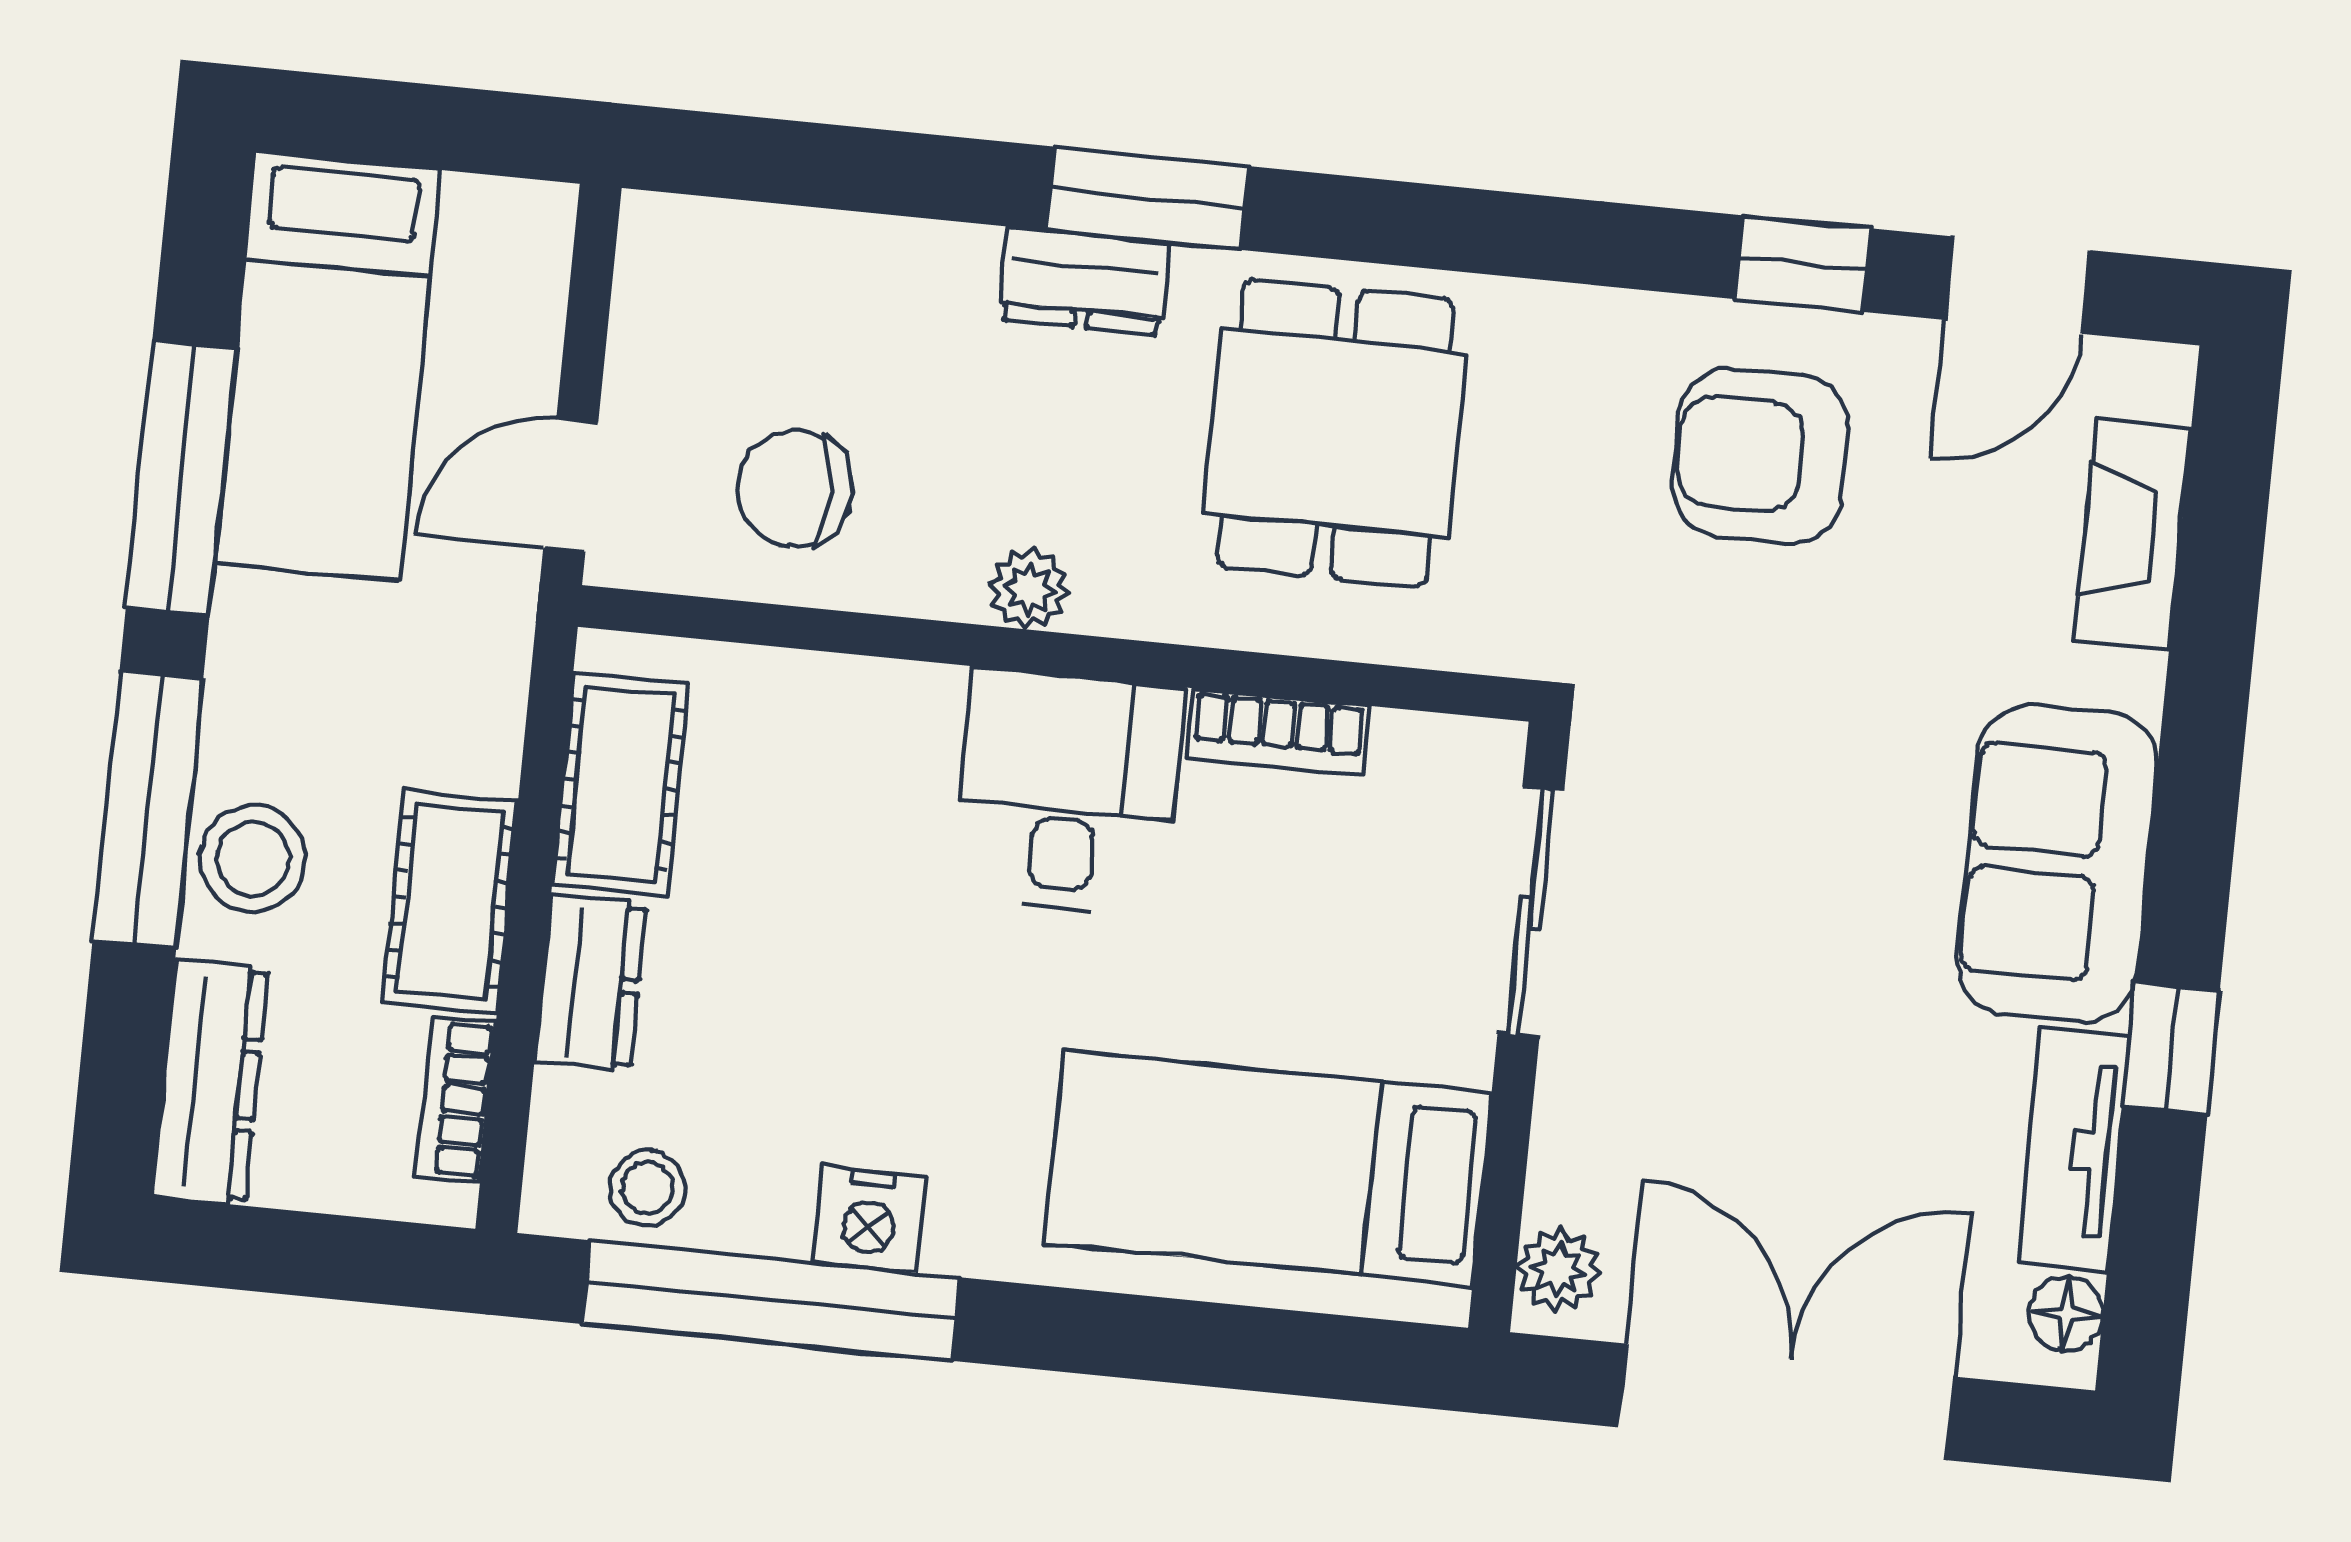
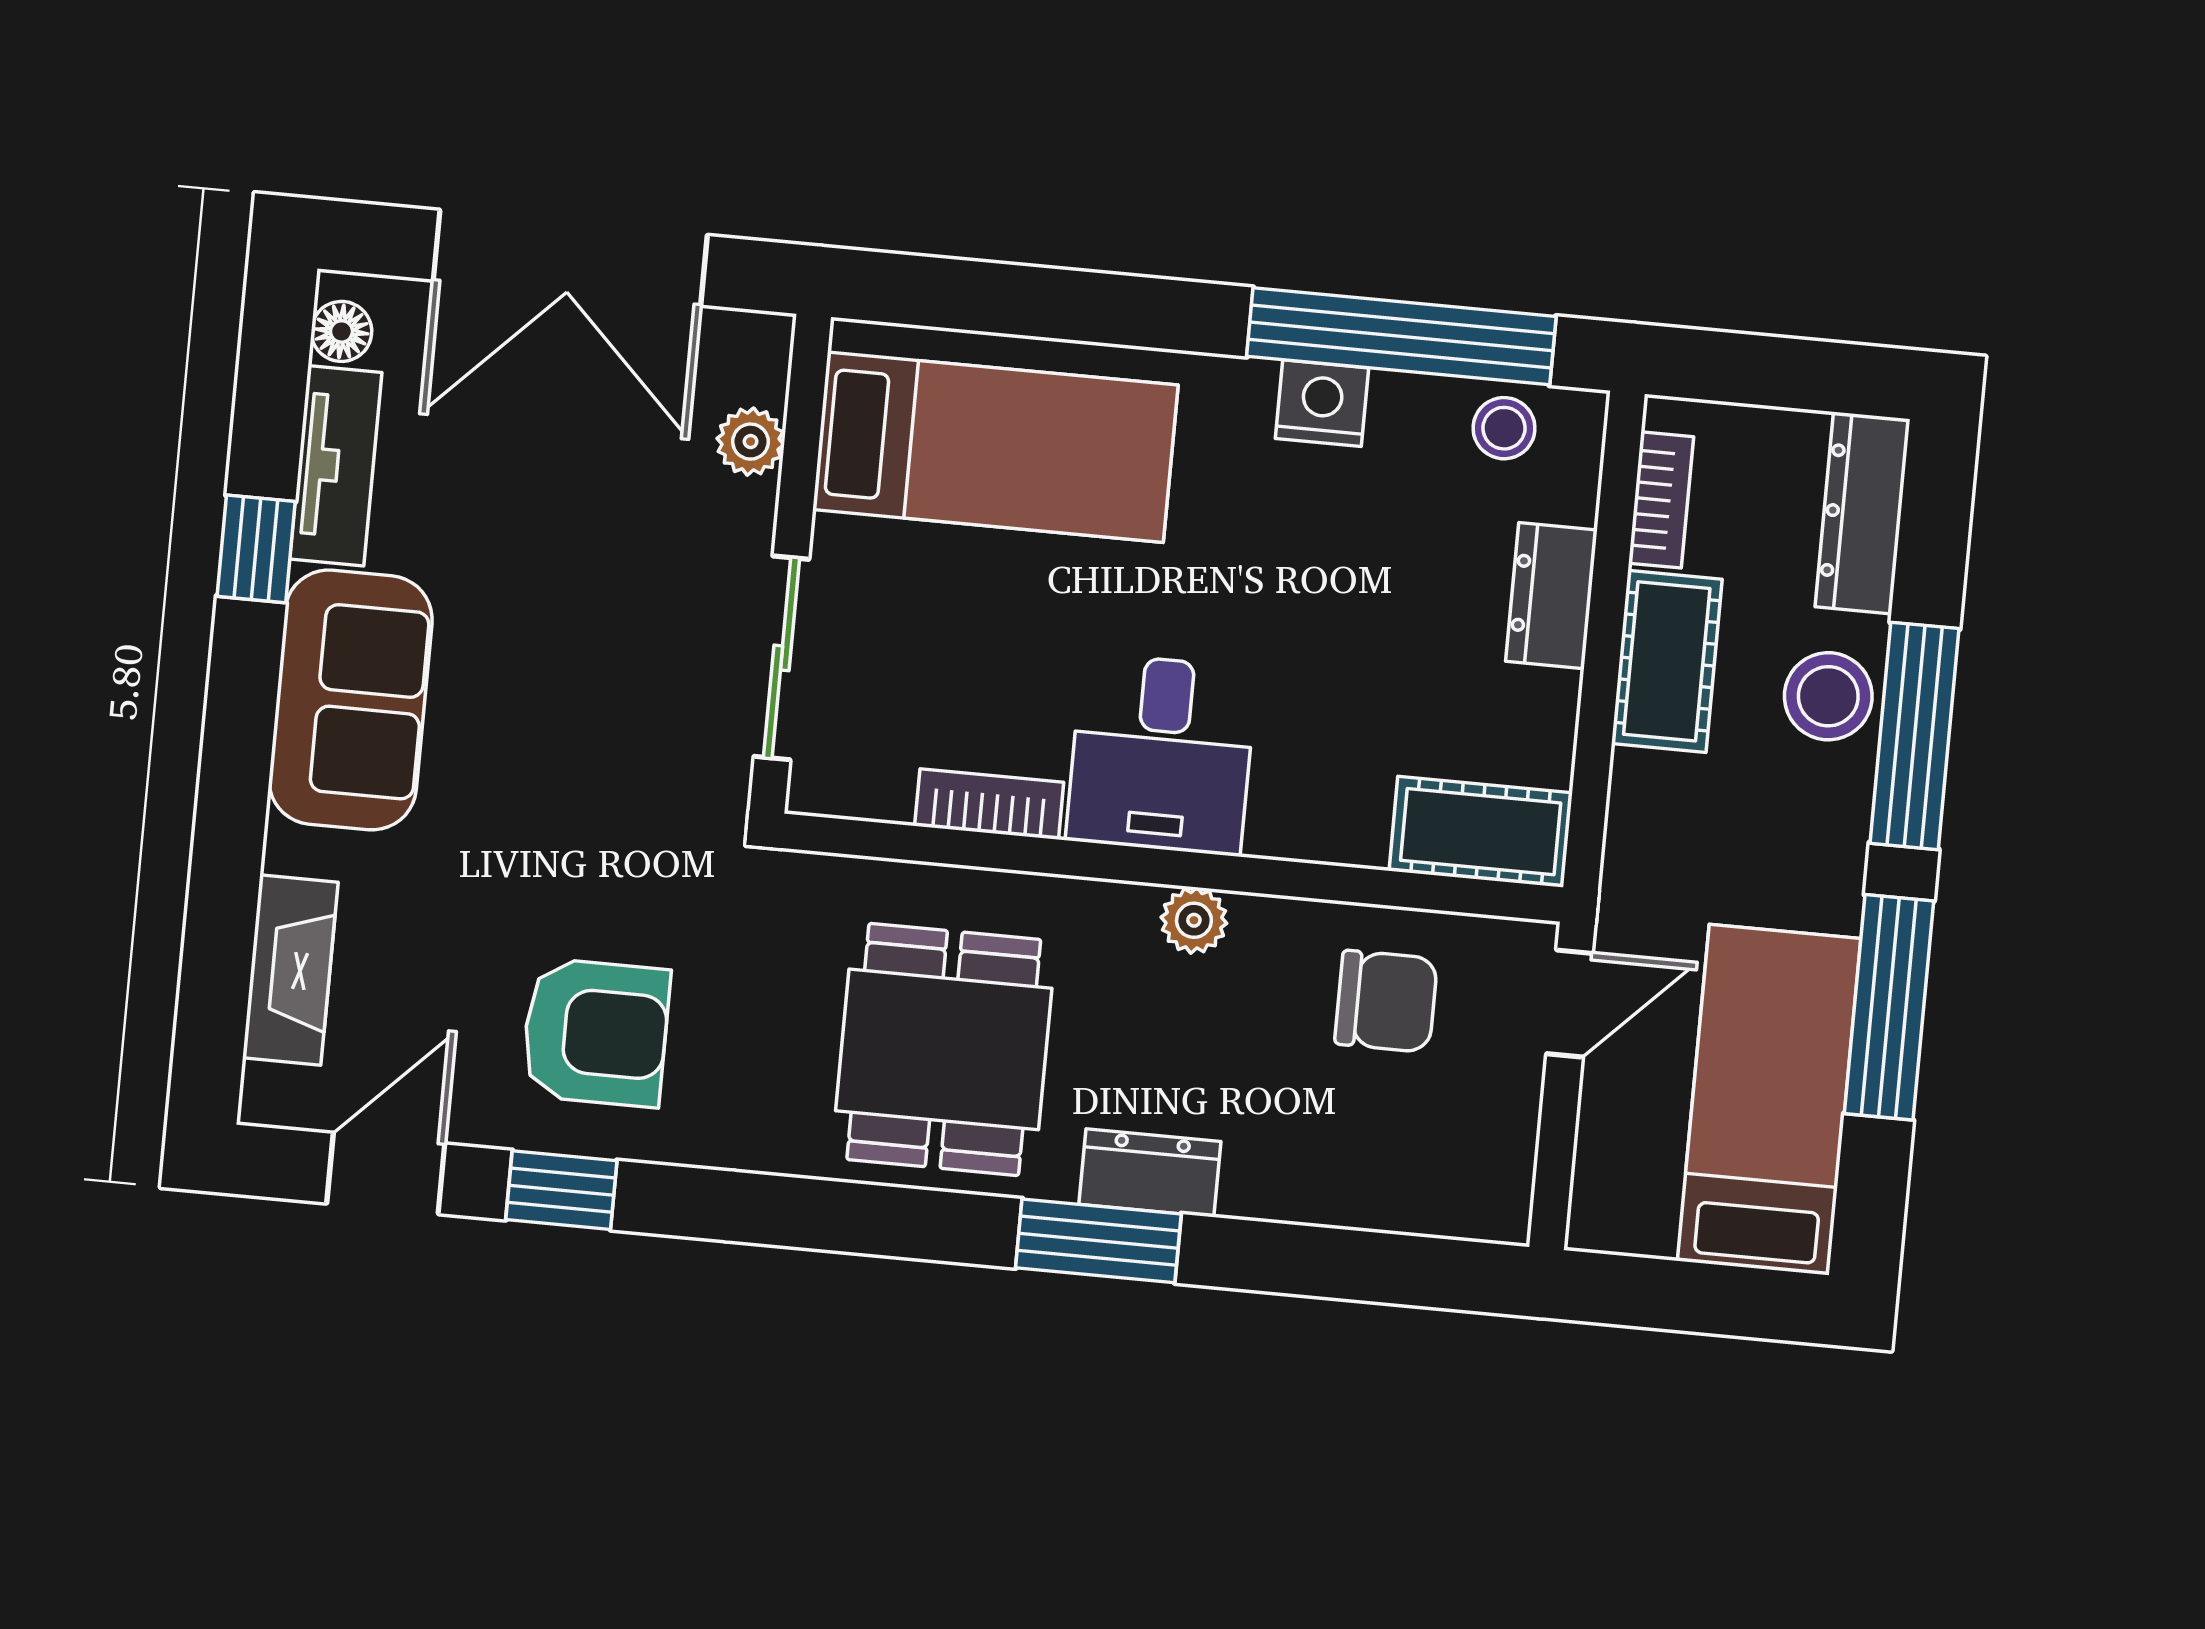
cot: (620, 785) -> (1481, 832), moved, turned 90
plant: (1558, 1270) -> (751, 442), moved

